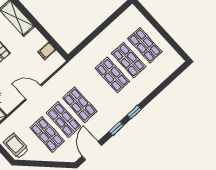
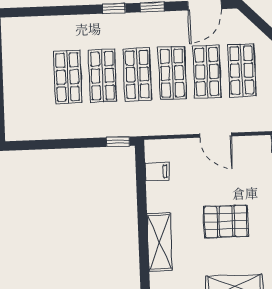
shop shelf: (145, 45) -> (137, 74), moved
window: (78, 49) -> (118, 142), added

